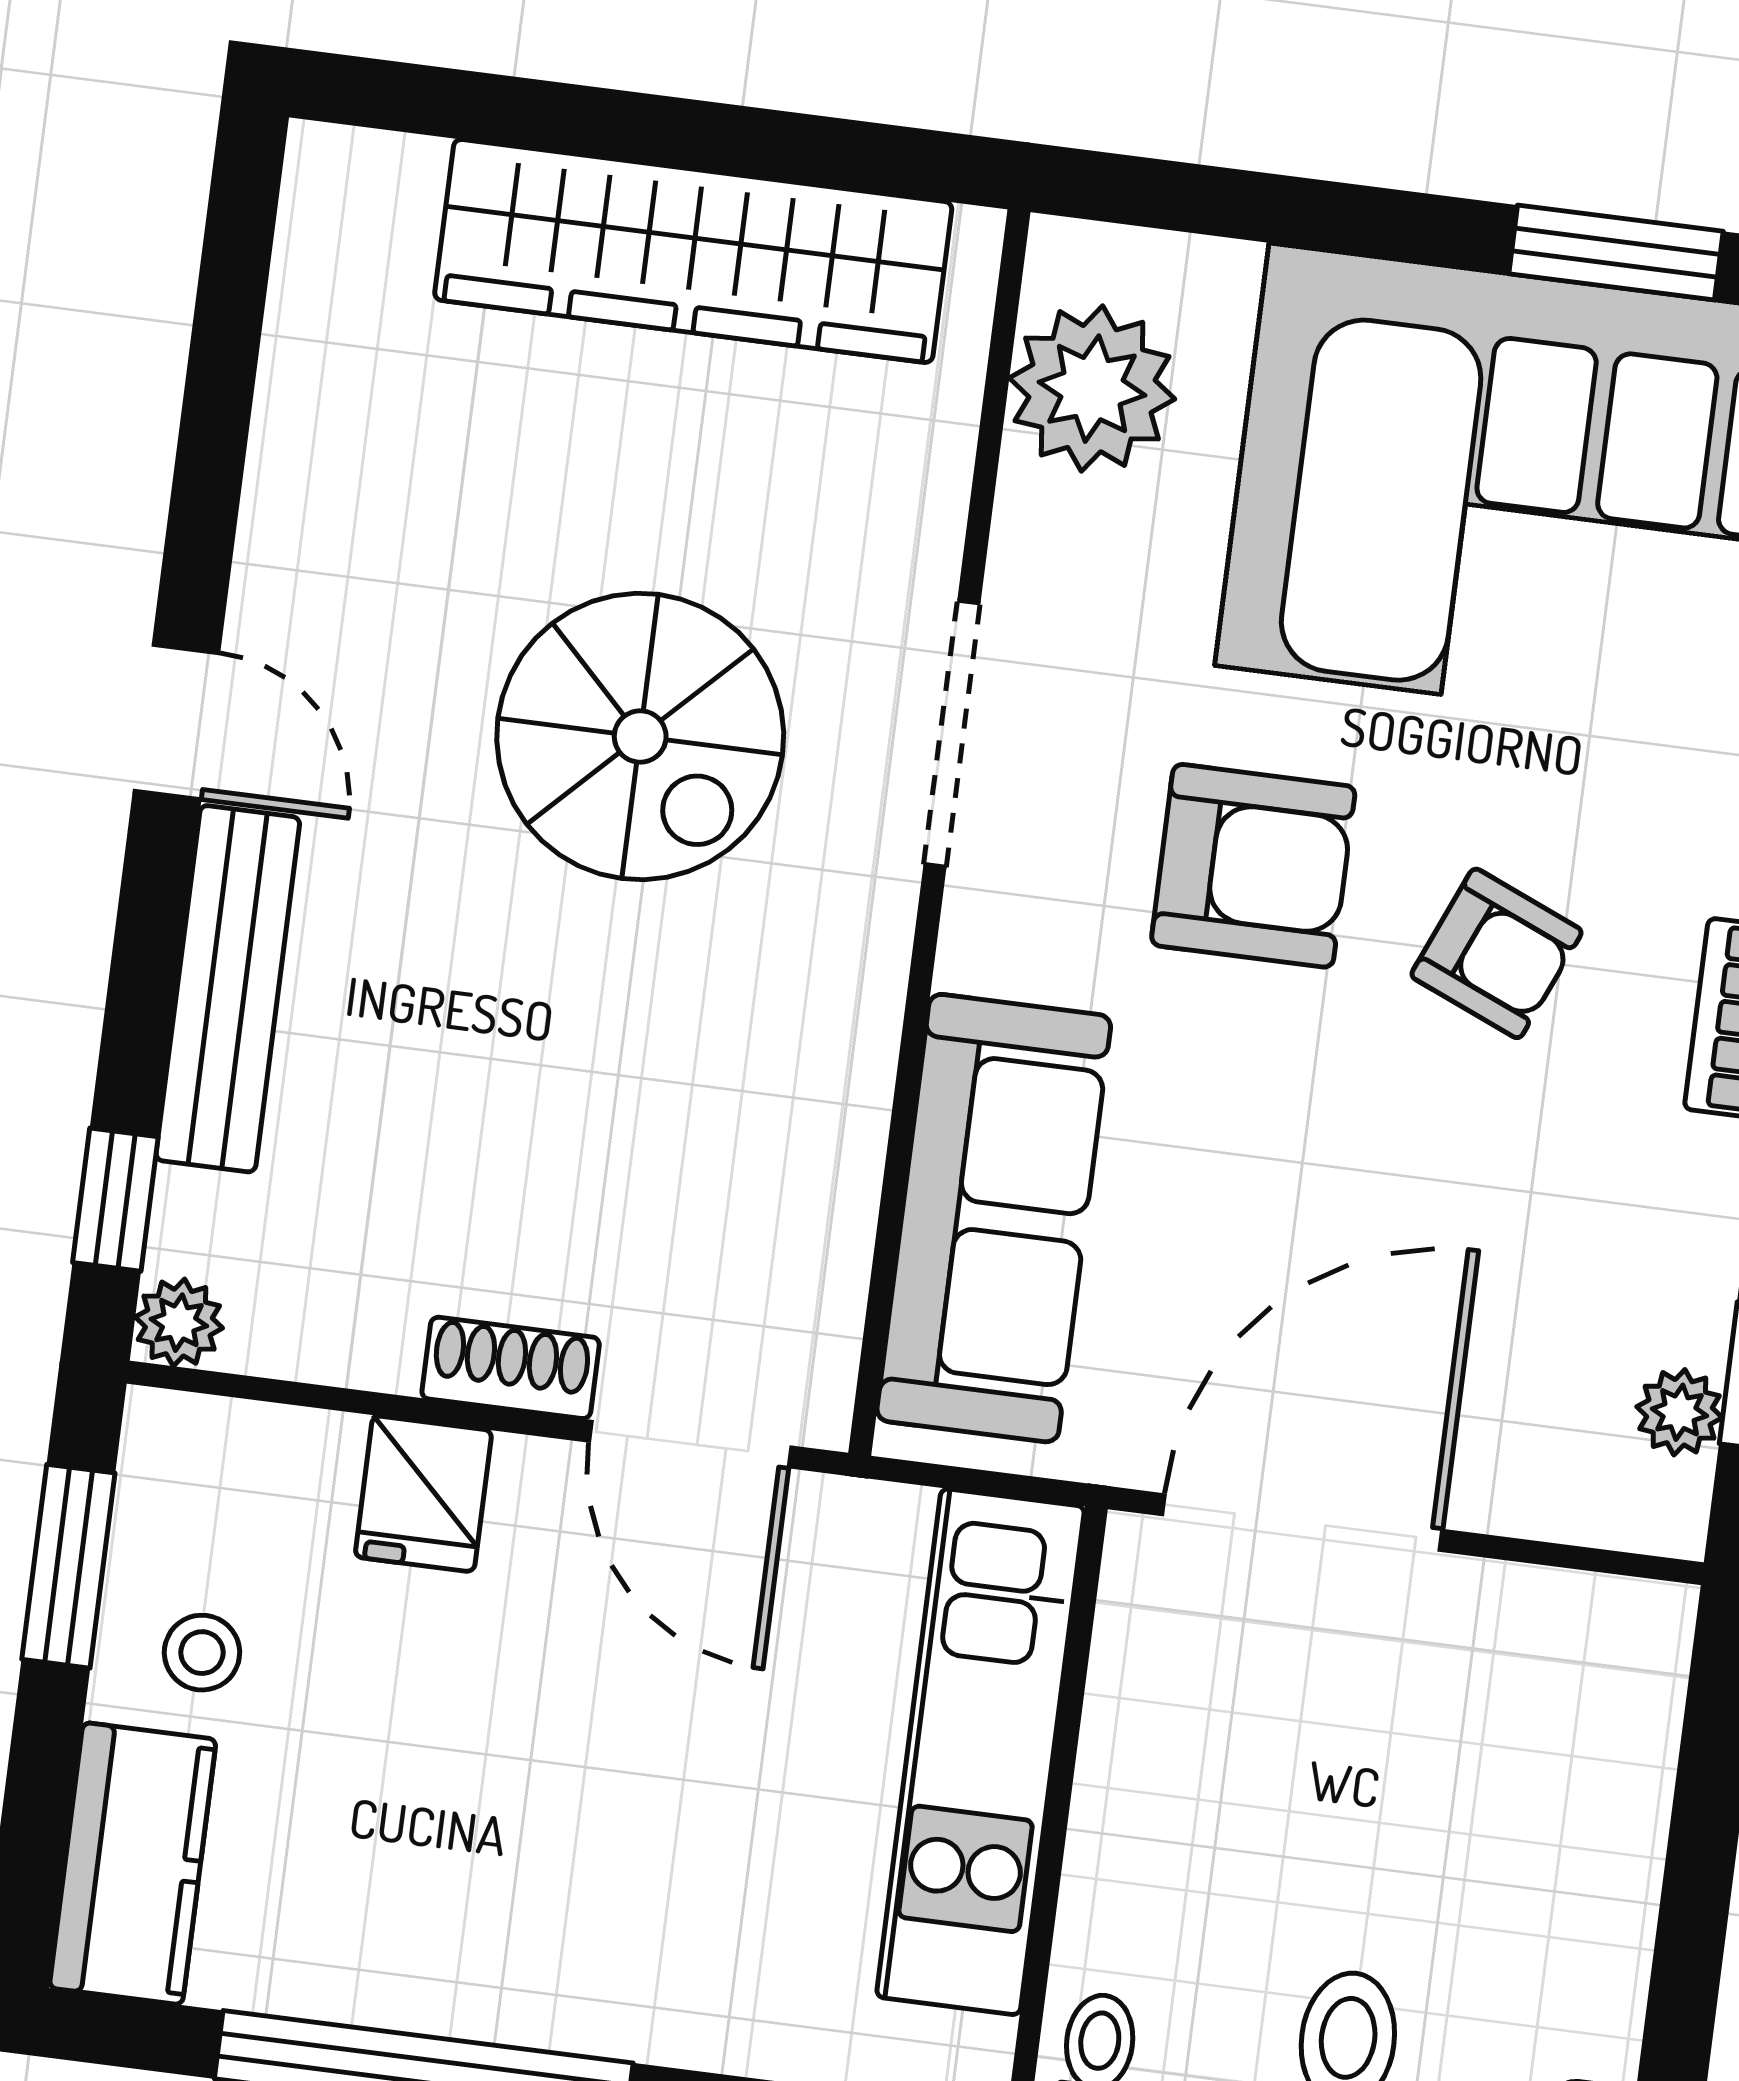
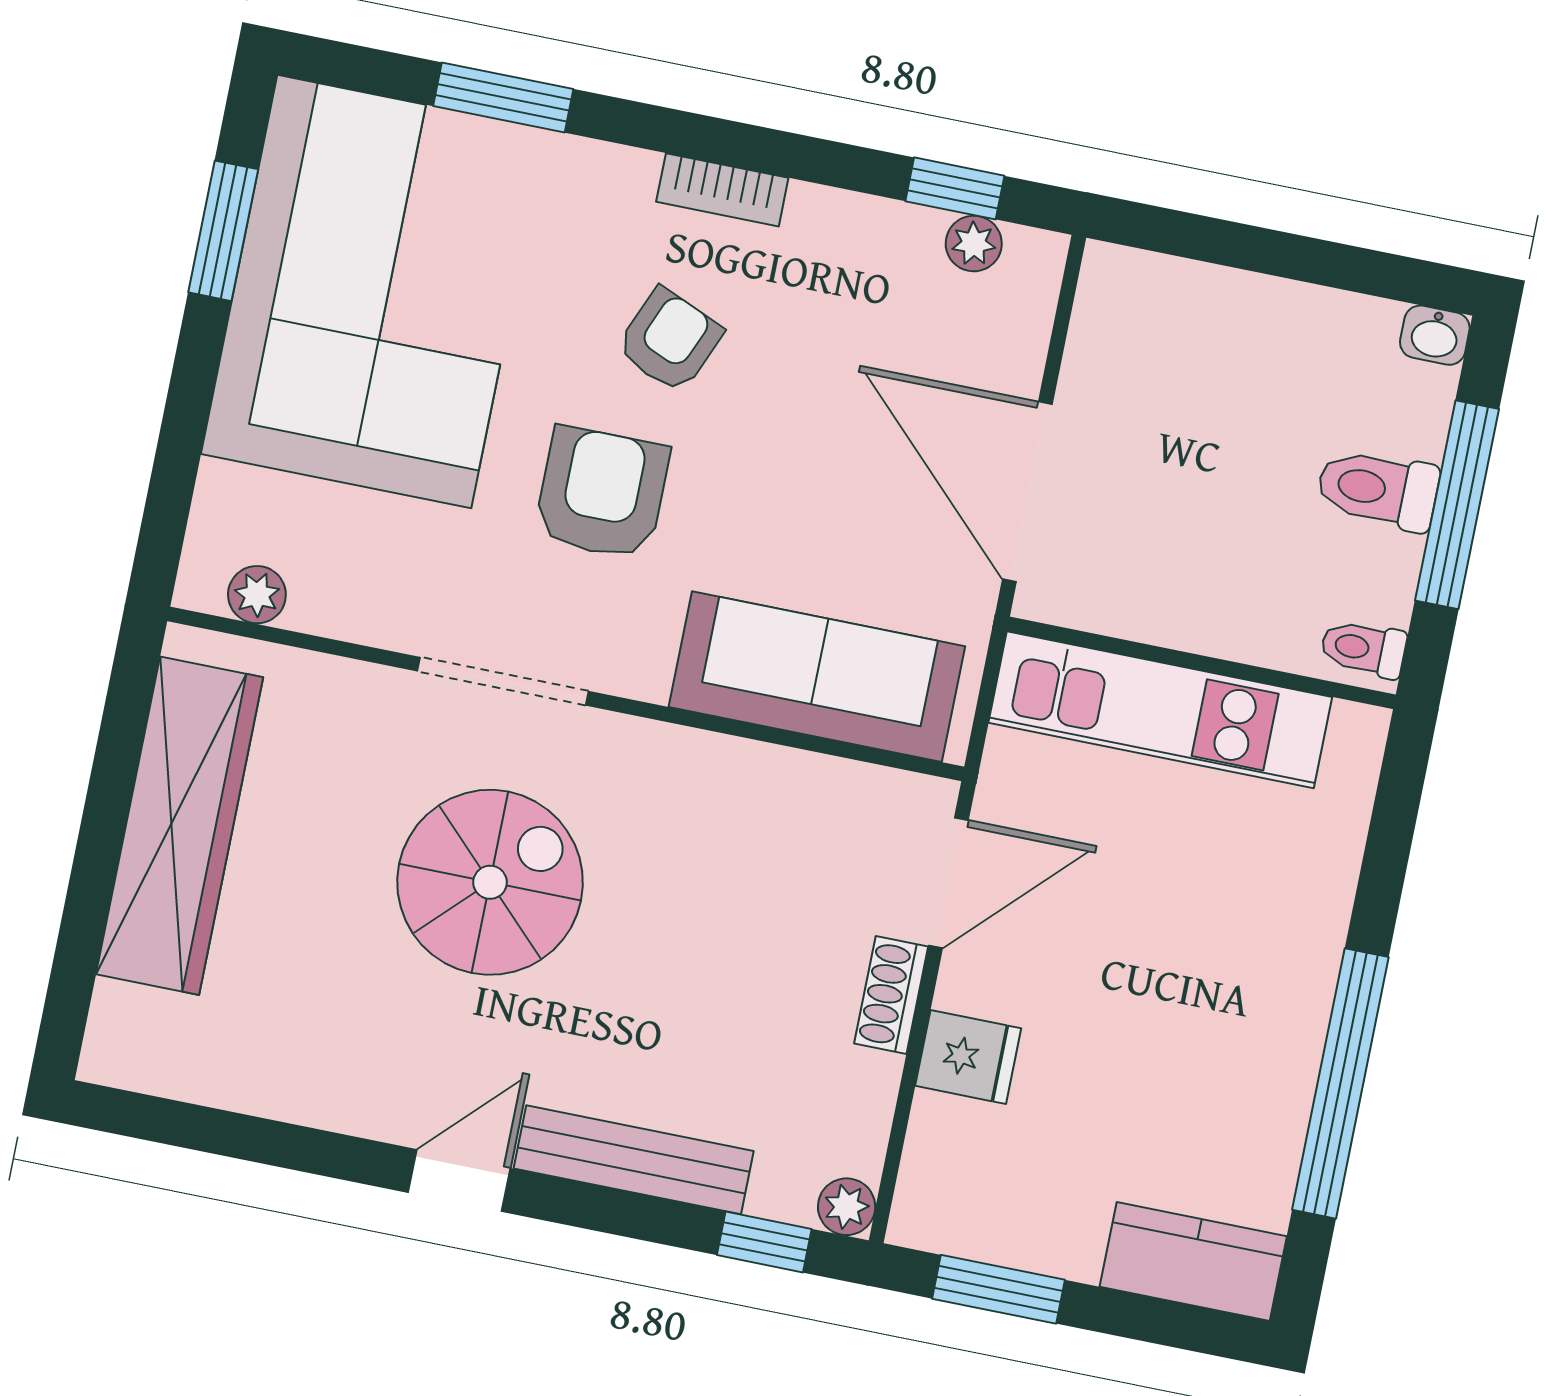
plant: (1092, 389) -> (257, 595), width x0.53, depth x0.53
stool: (202, 1653) -> (1060, 1207), removed

